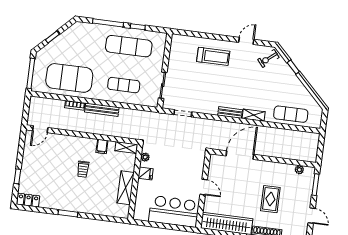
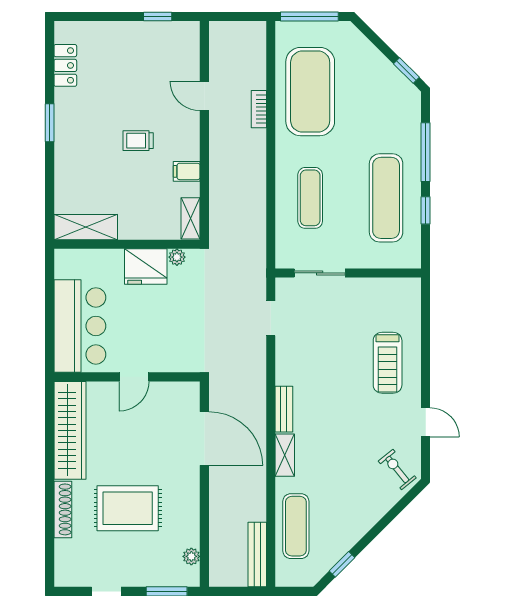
window: (52, 37) -> (406, 71), moved
window: (293, 67) -> (342, 564), moved
bench: (102, 110) -> (257, 555), moved
door: (40, 129) -> (204, 96), moved
fridge: (146, 173) -> (146, 267), width x1.88, depth x1.34
window: (17, 176) -> (158, 16), moved
shelving: (126, 188) -> (86, 227), moved
rug: (270, 199) -> (128, 508), width x1.36, depth x1.43
locker: (28, 200) -> (65, 65), moved

